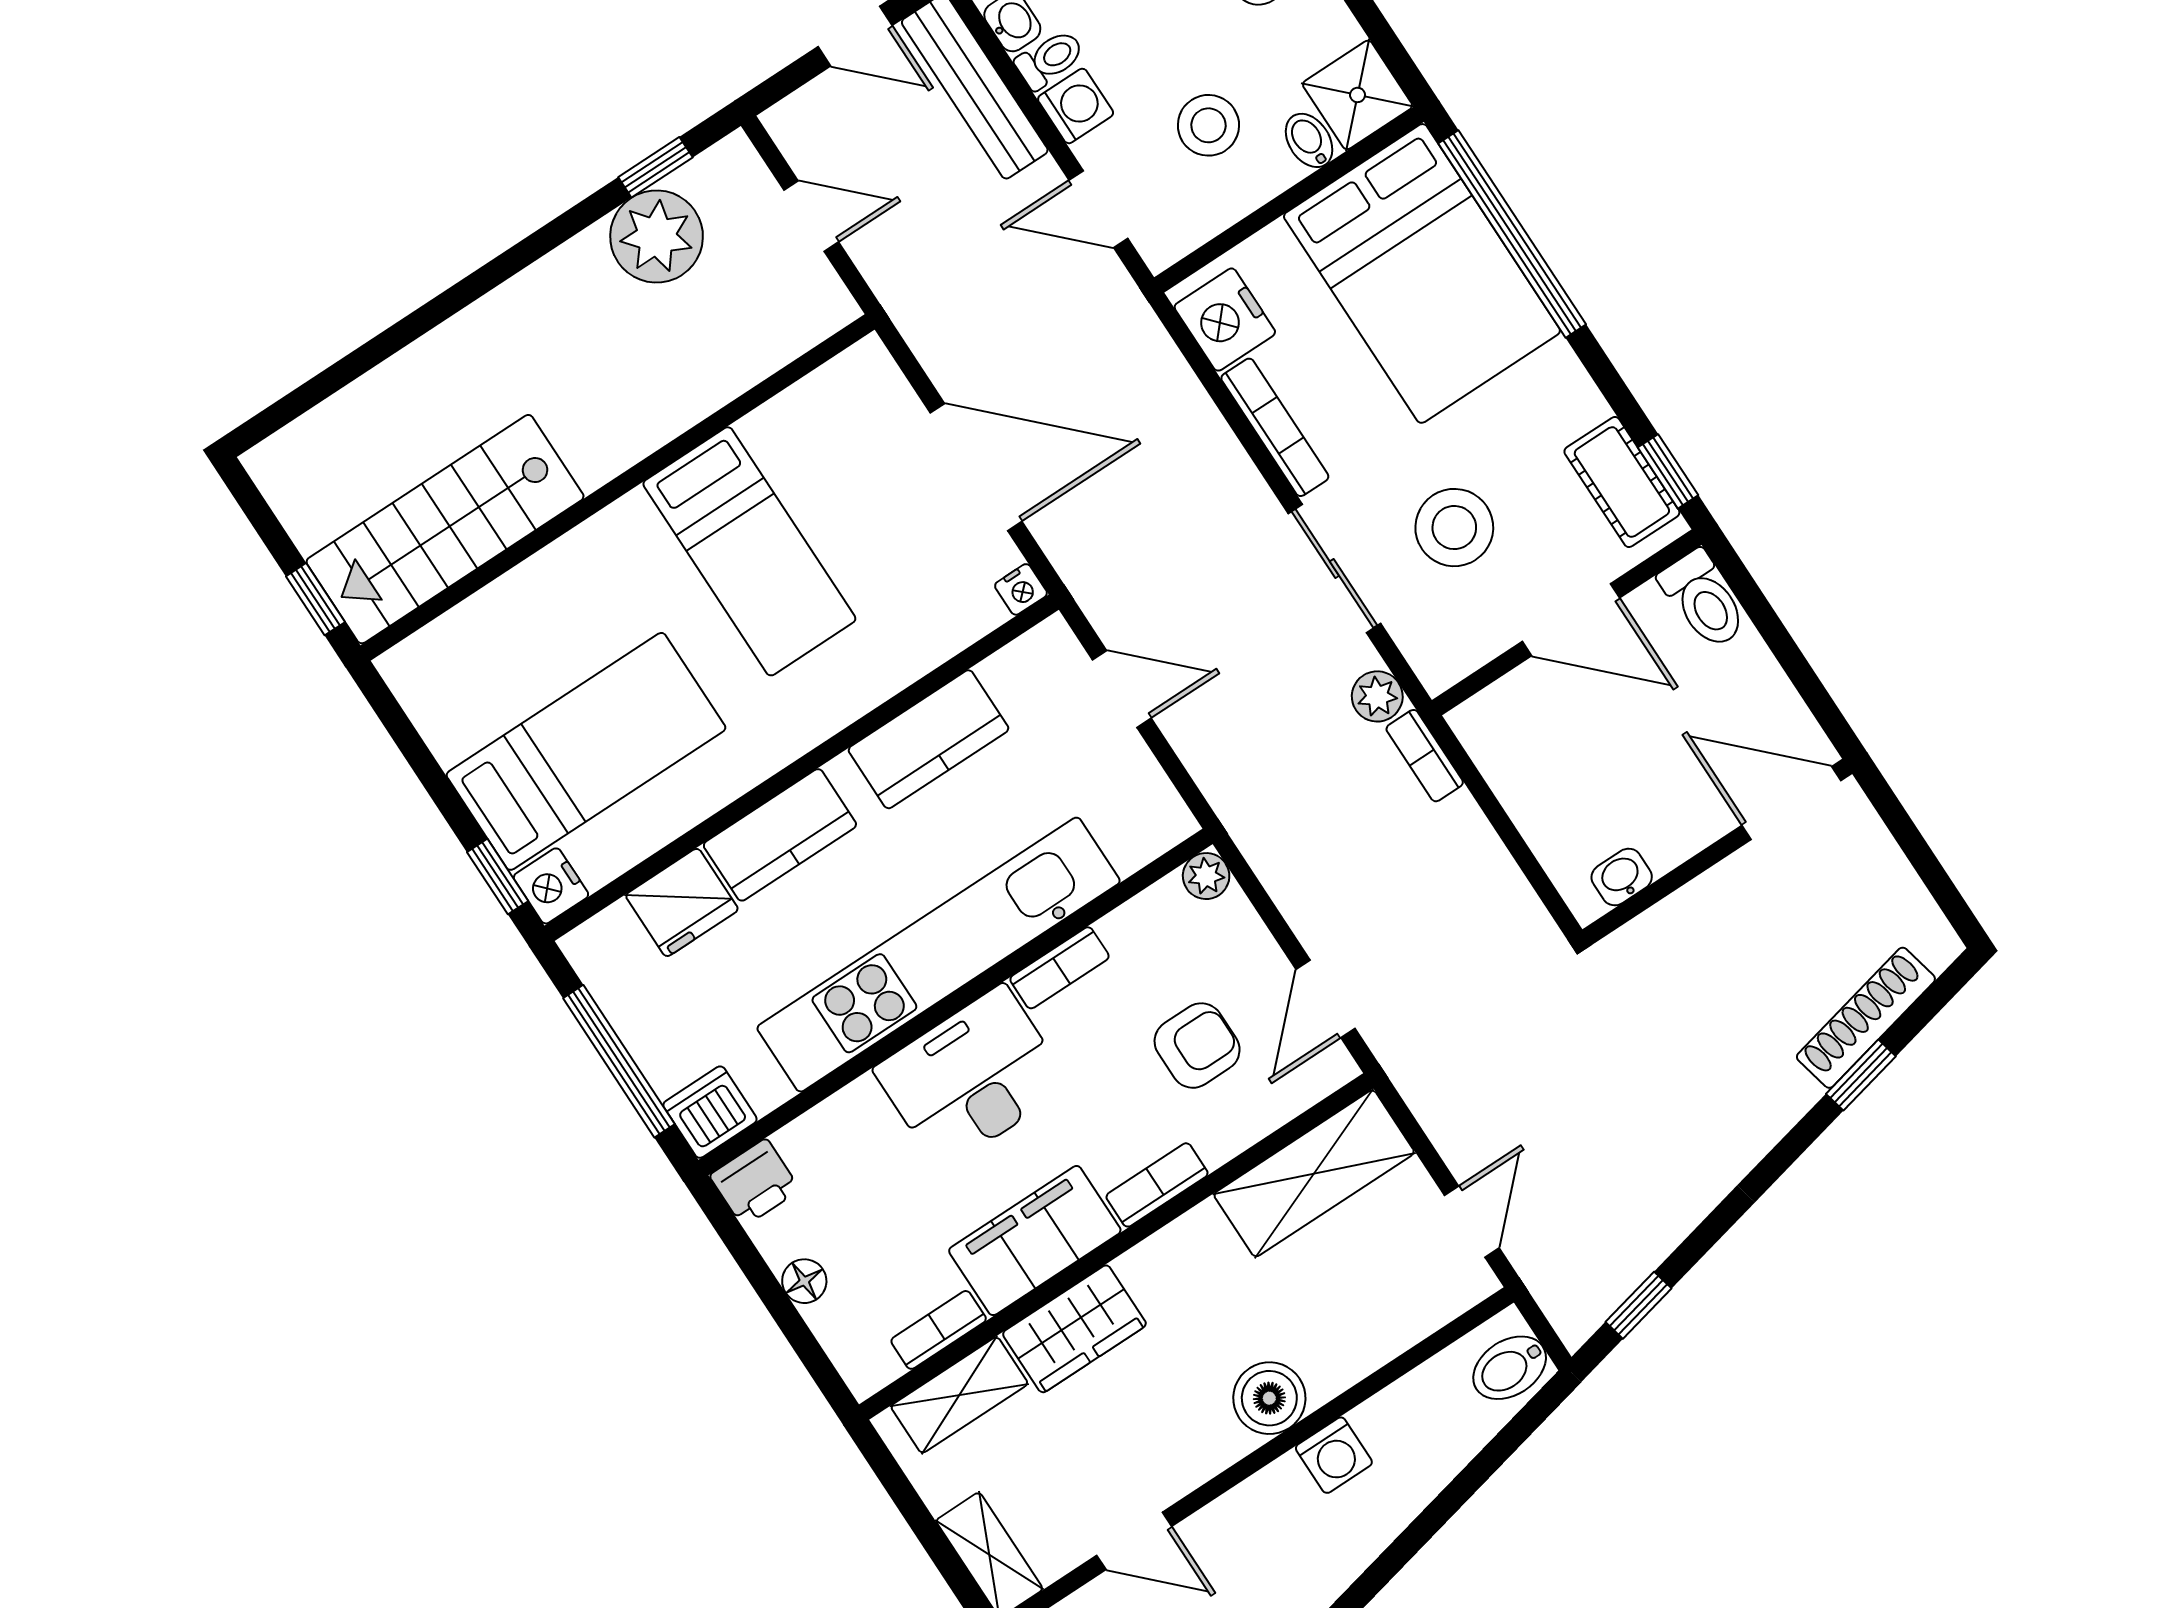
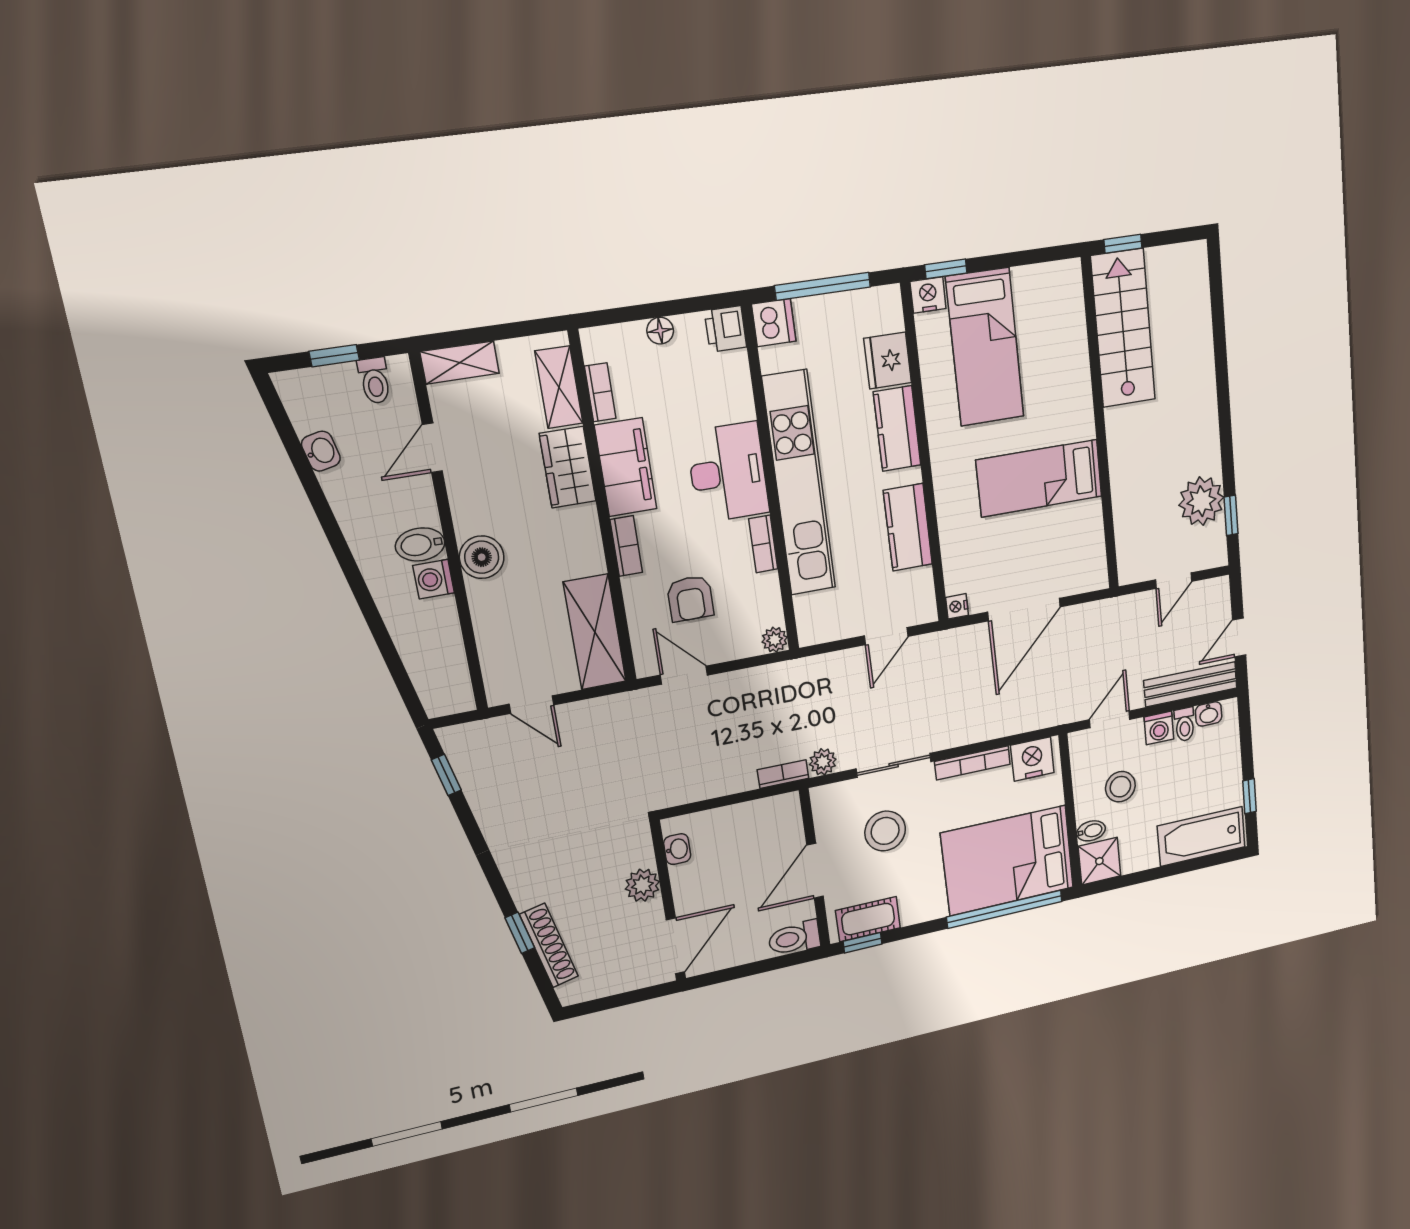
plant: (1706, 908) -> (642, 885), added
bidet: (1510, 1368) -> (420, 544), moved, turned -90

